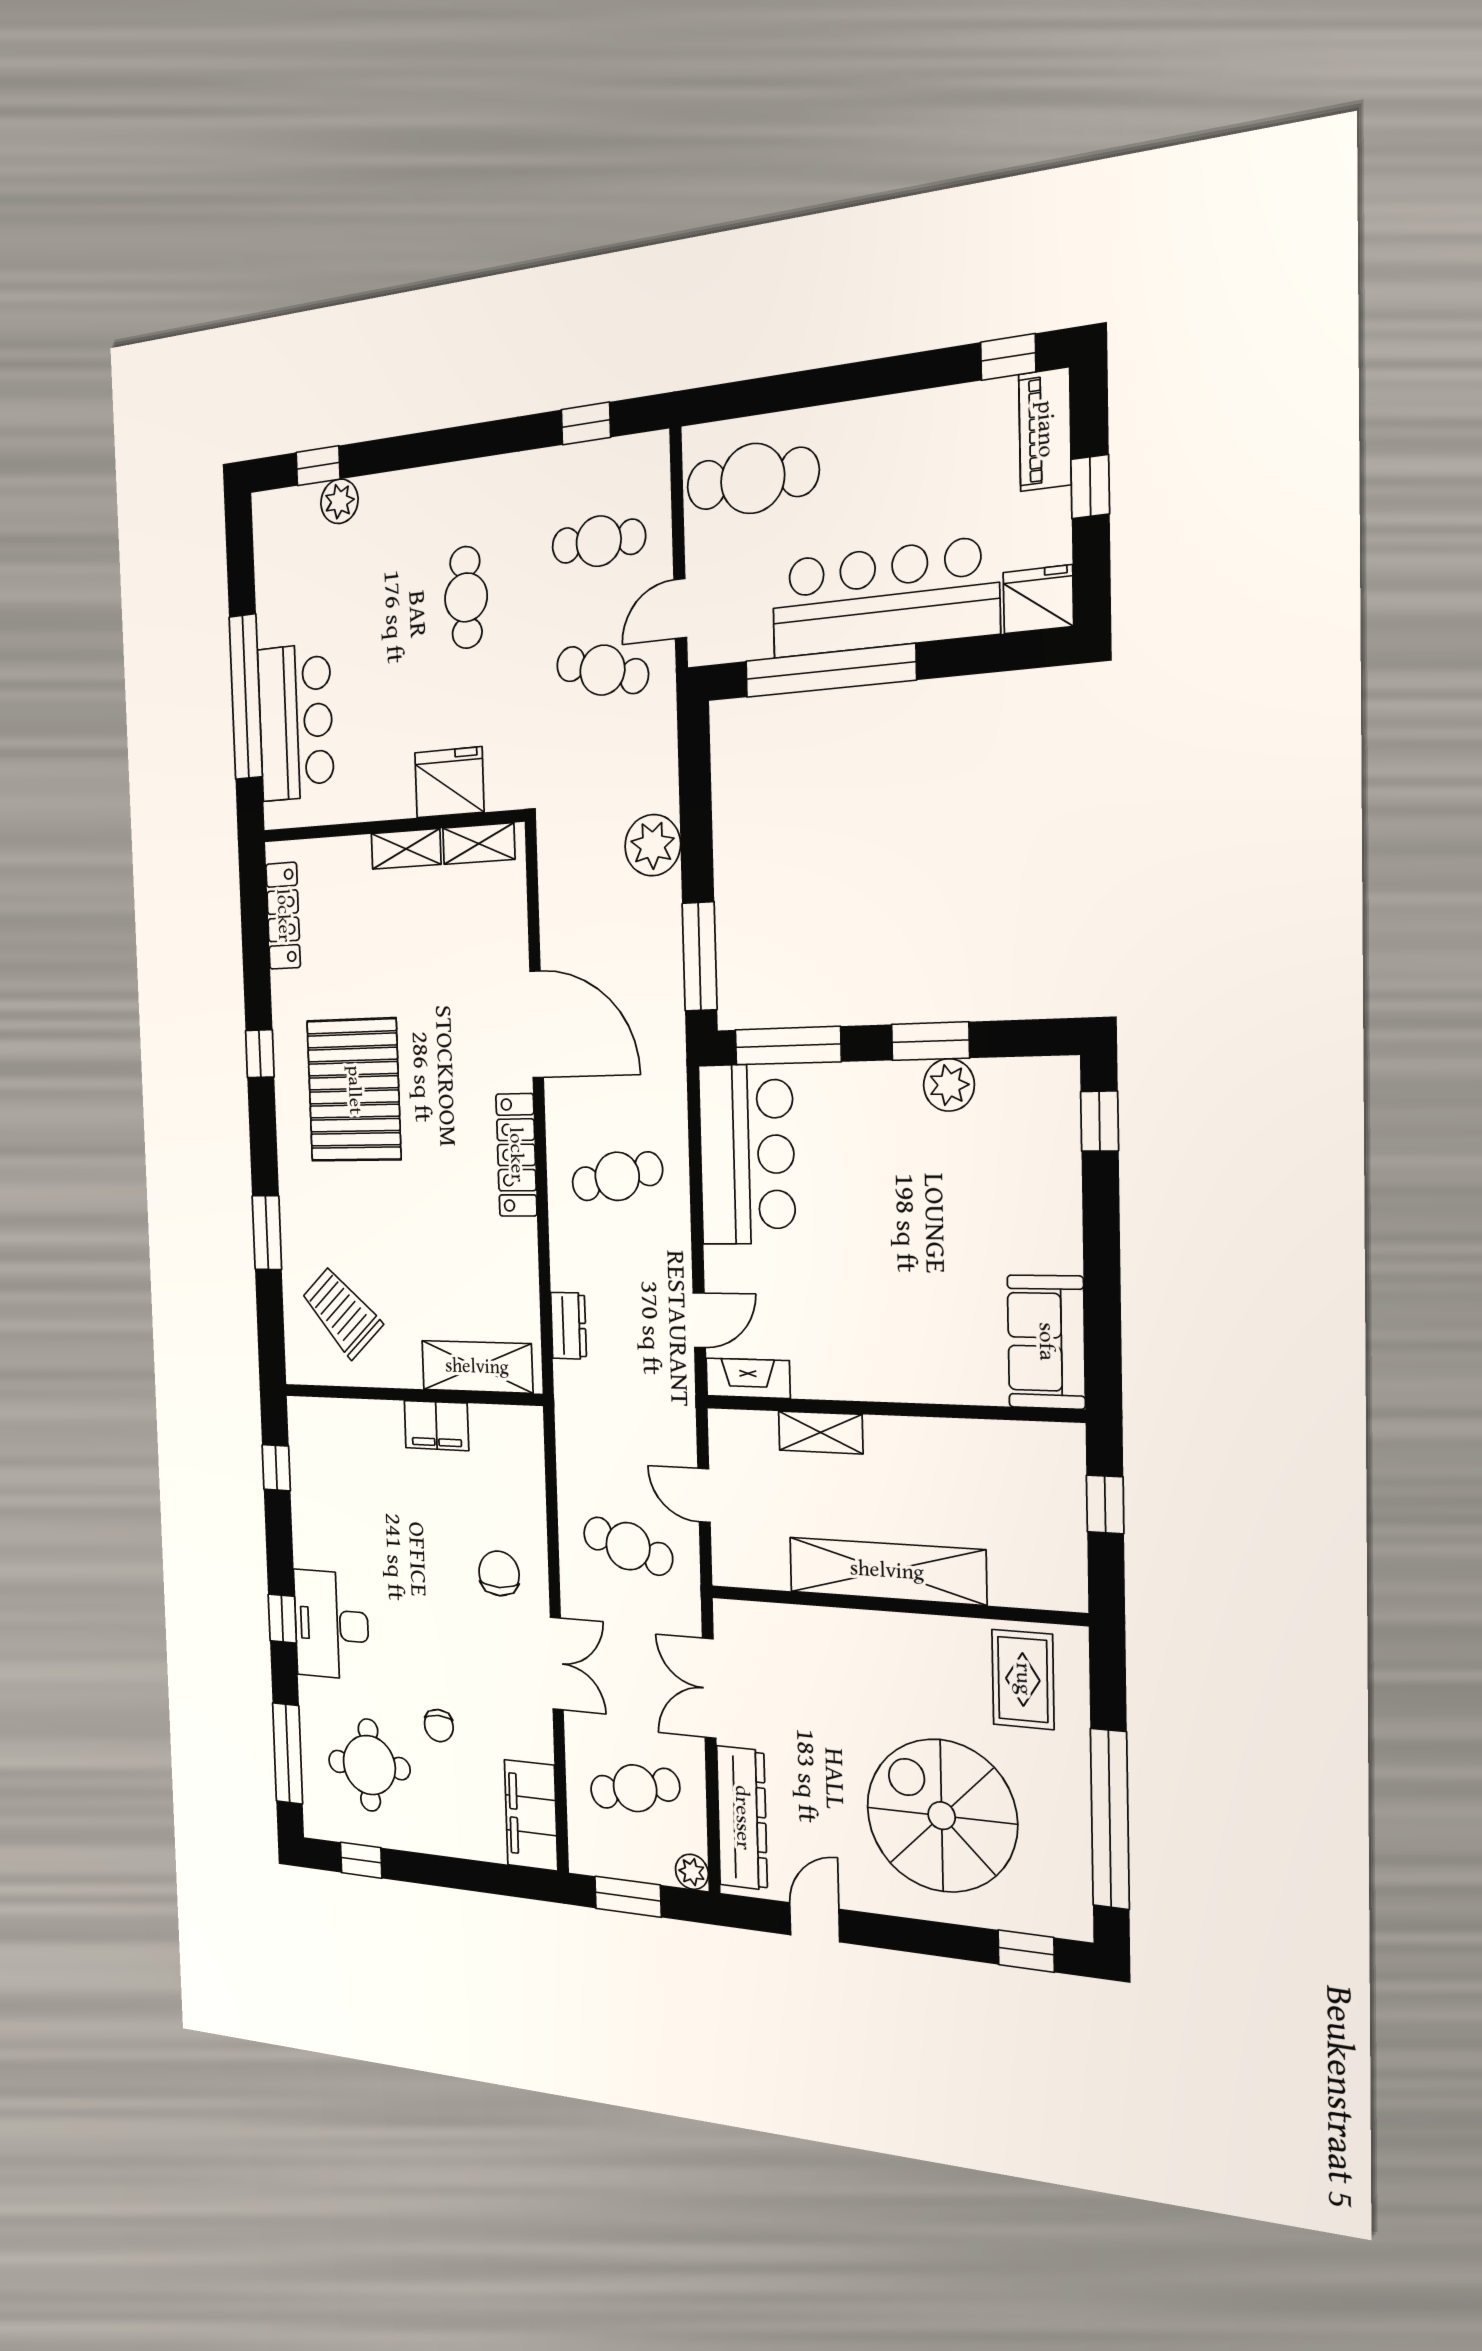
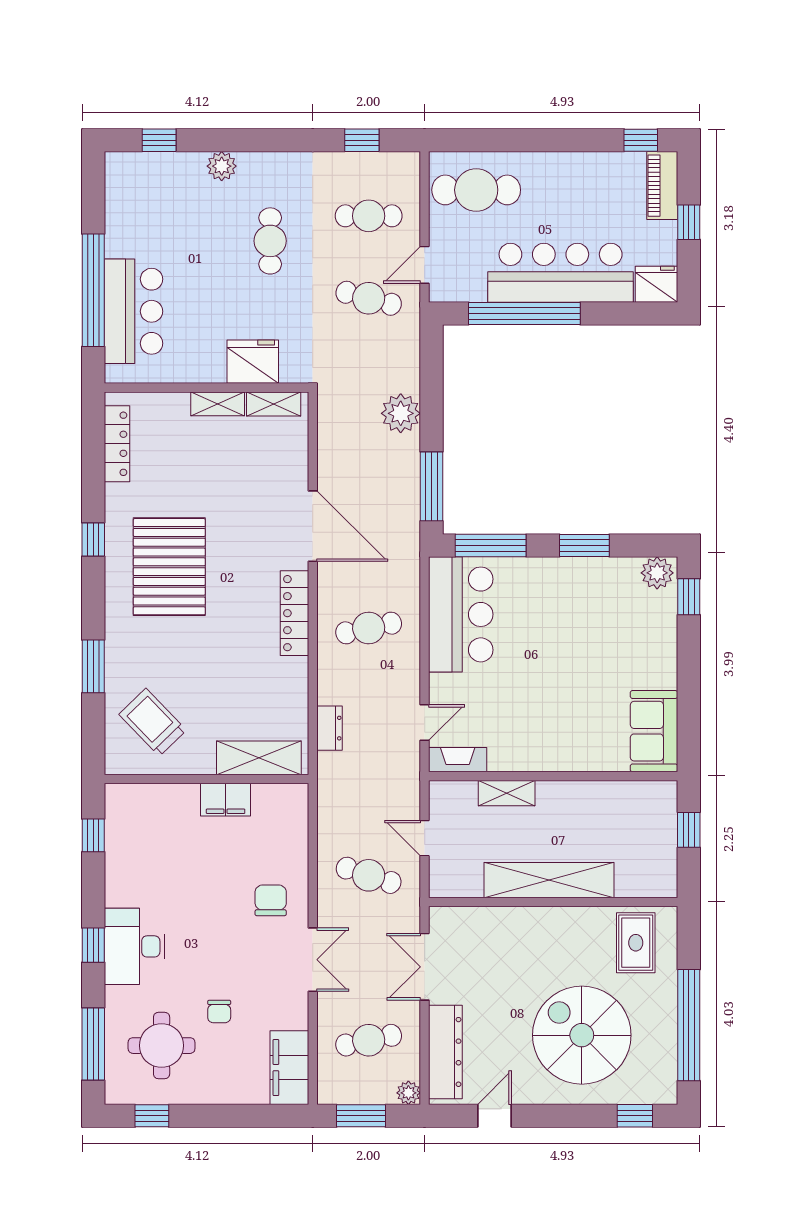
plant: (339, 501) -> (222, 166), moved
plant: (949, 1085) -> (657, 573), moved

